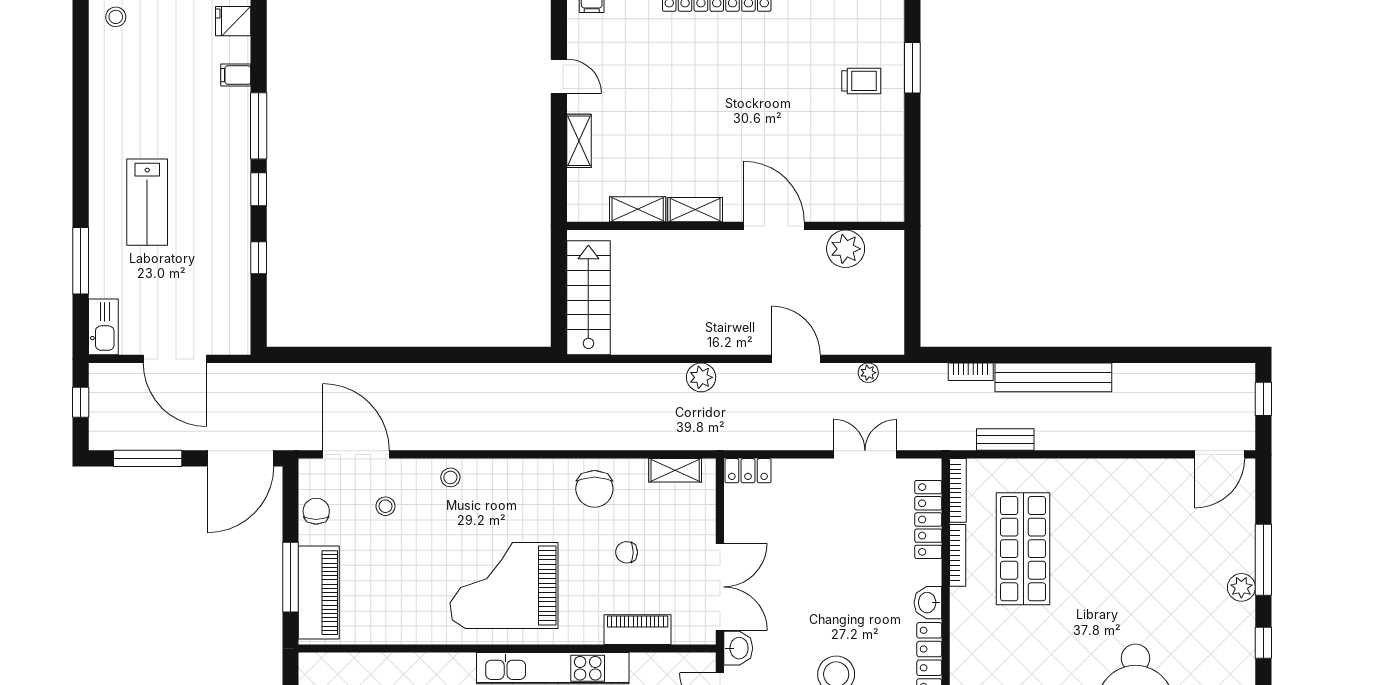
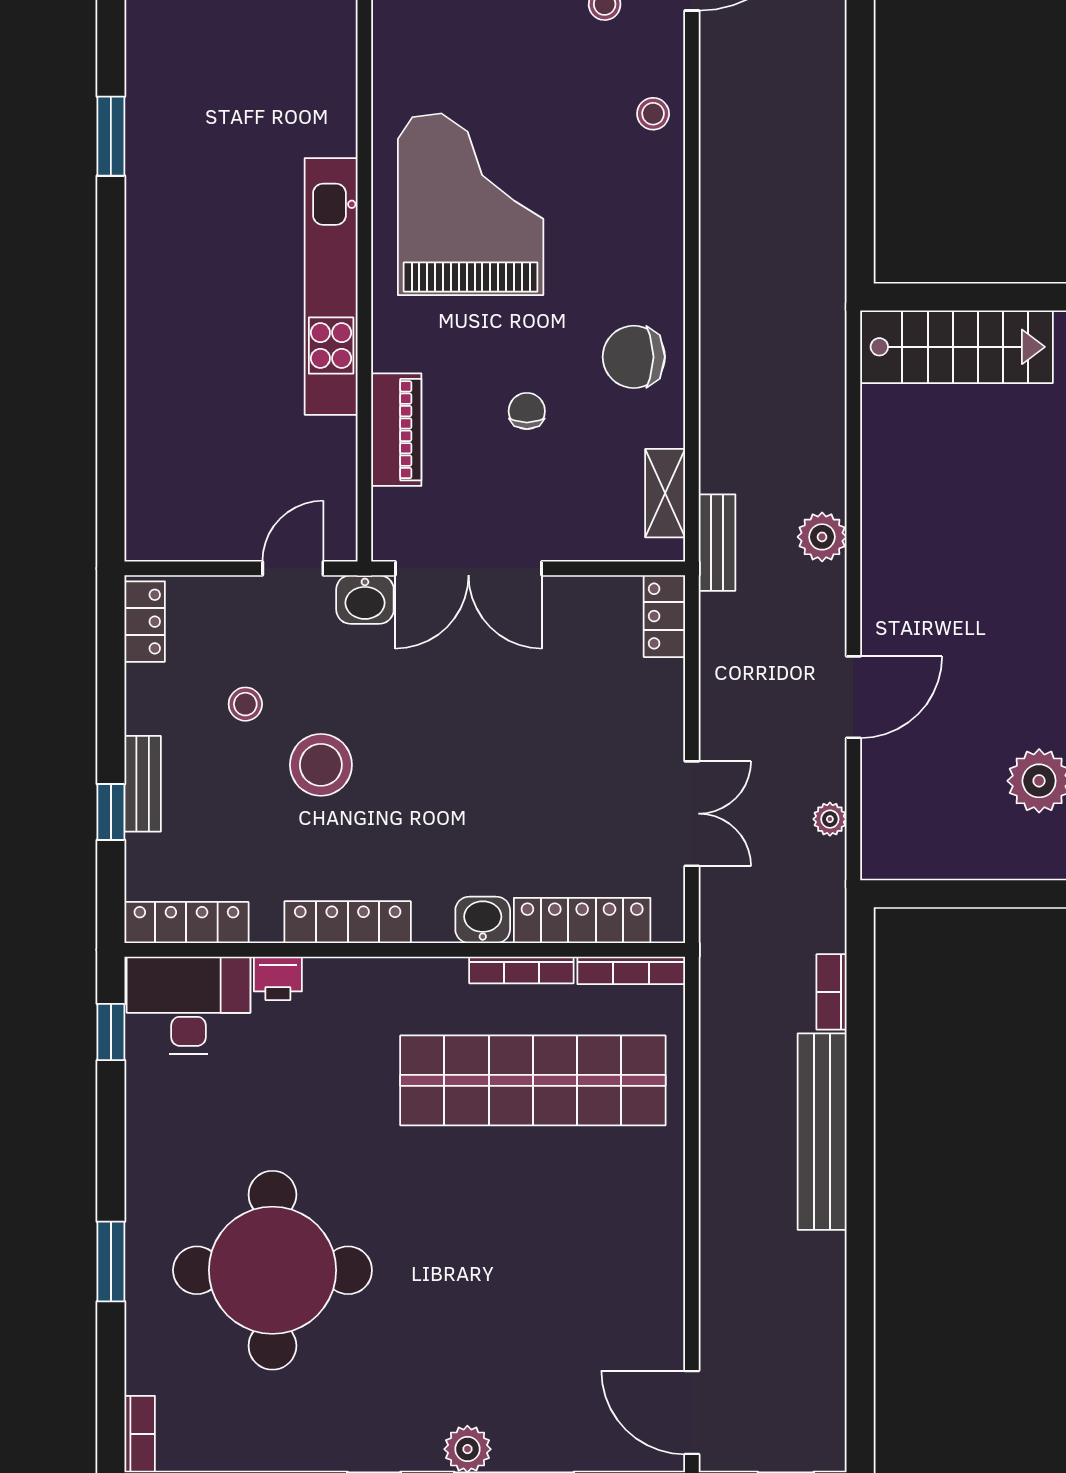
bench: (1005, 440) -> (717, 543), moved
shop shelf: (1023, 549) -> (533, 1080), width x1.40
washbasin: (928, 603) -> (483, 920), moved

